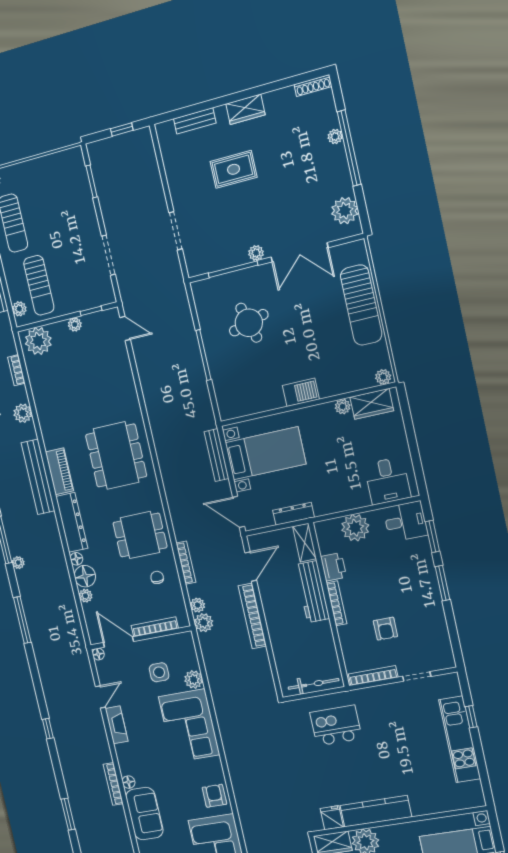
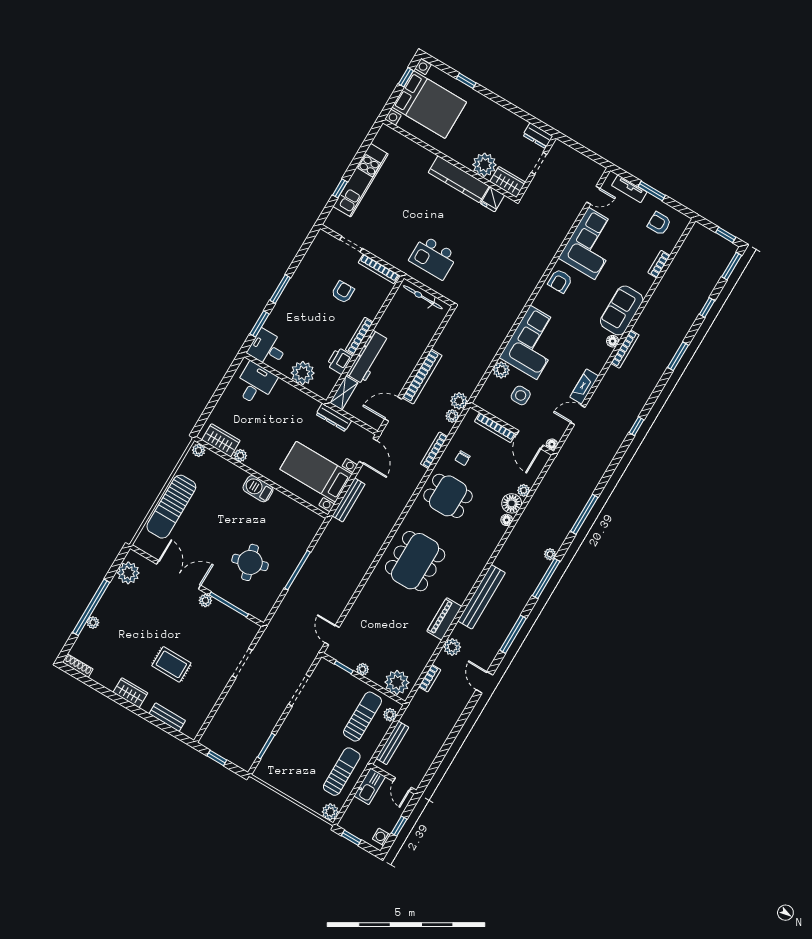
sun lounger: (361, 305) -> (171, 507), turned 180
piano: (59, 471) -> (444, 619), moved
dresser: (72, 522) -> (487, 546), removed

